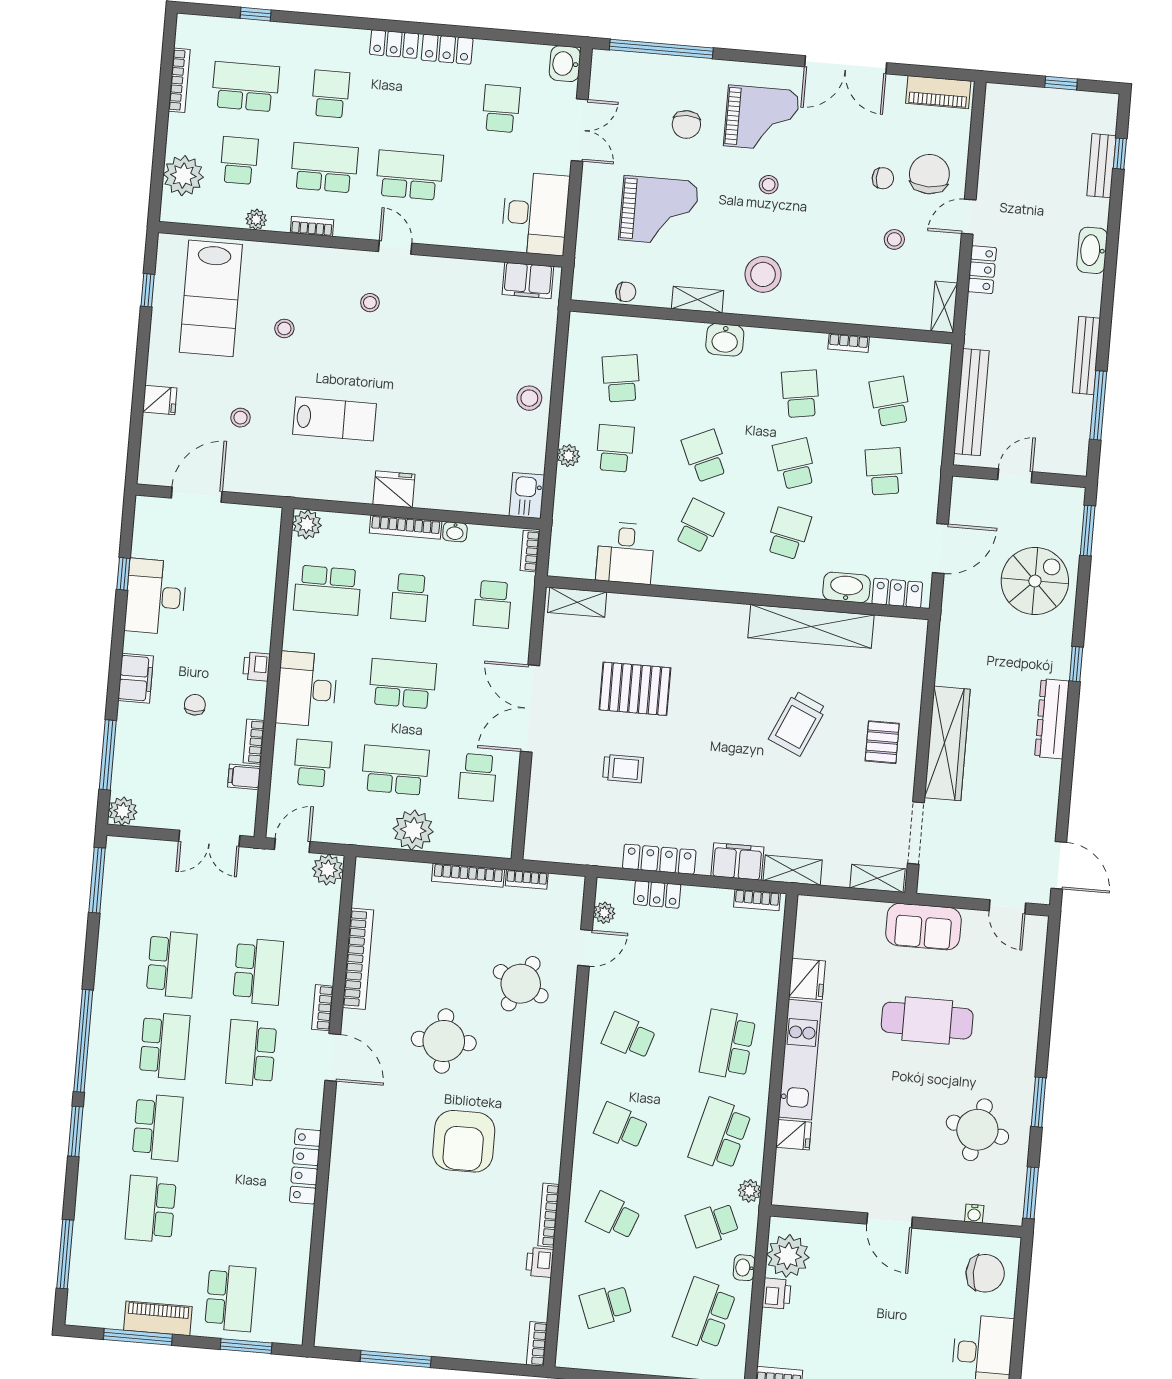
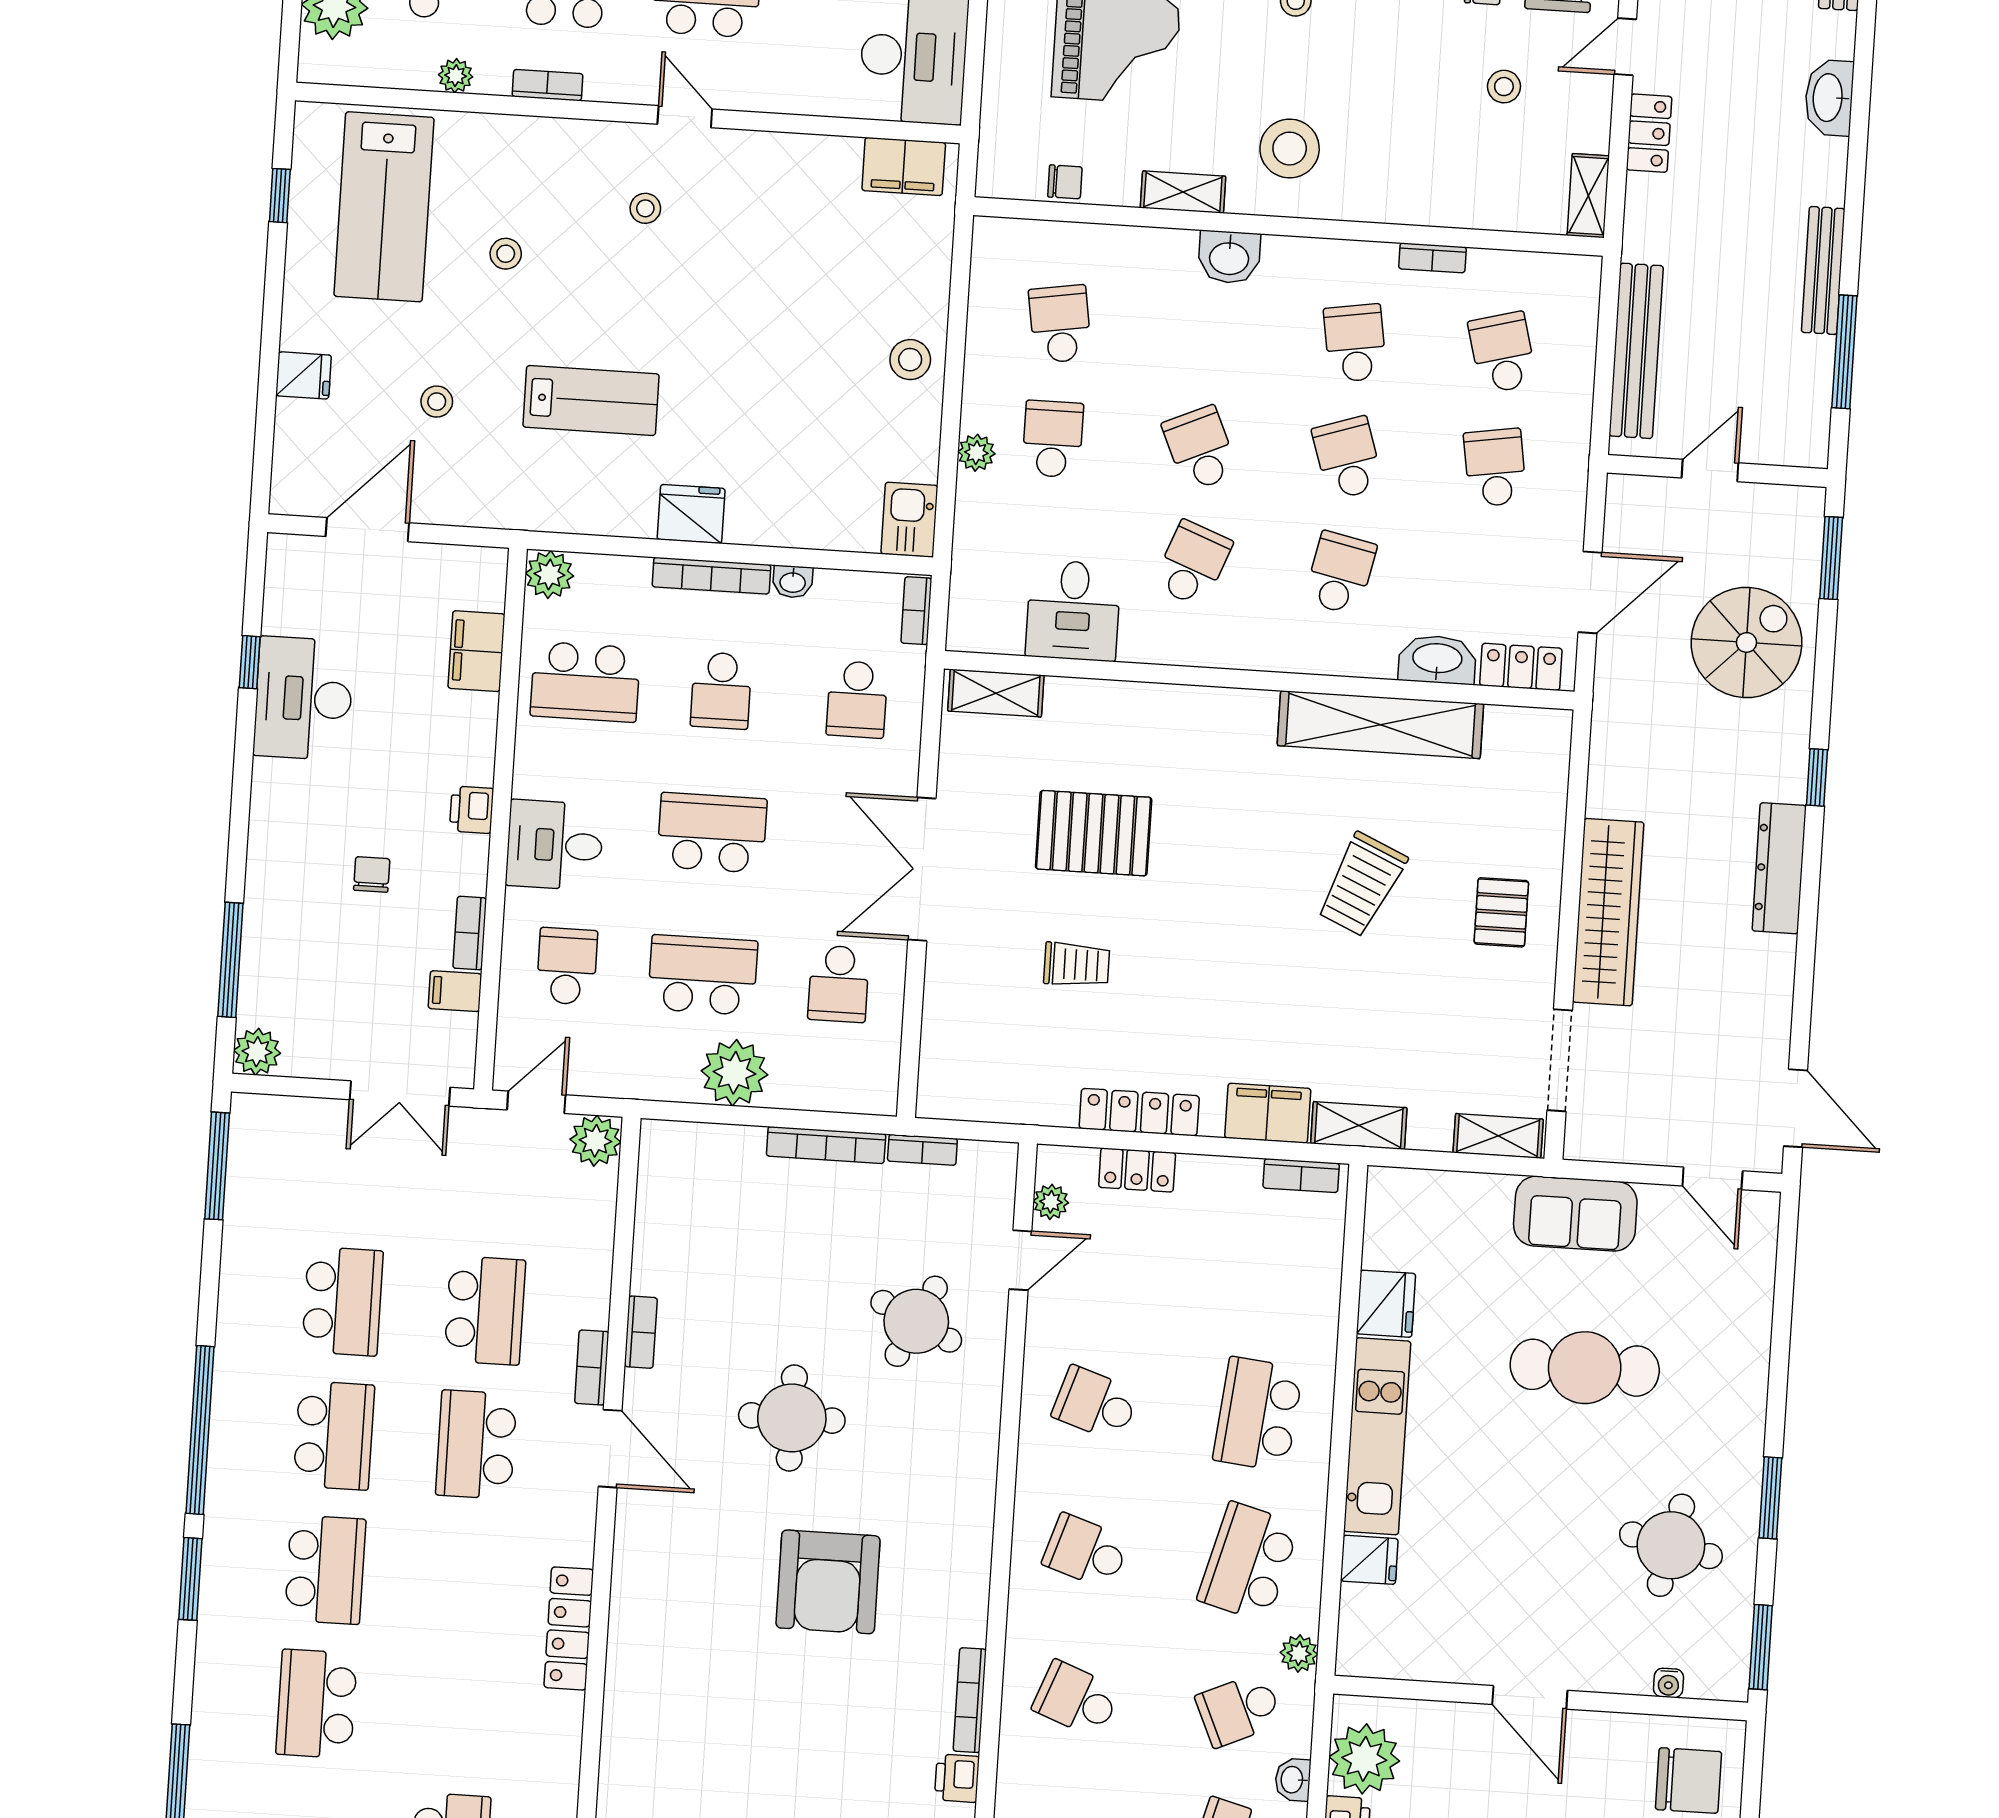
filing cabinet: (136, 678) -> (476, 651), moved, turned 180
desk: (307, 689) -> (555, 845), width x0.73
bookcase: (358, 959) -> (641, 1332), width x0.43, depth x0.76

